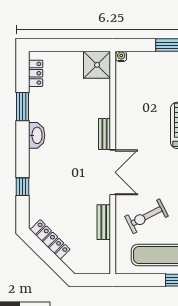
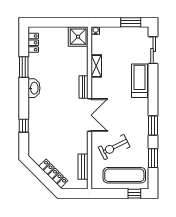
shelving: (122, 105) -> (96, 66), added
bench: (104, 222) -> (83, 167), moved
locker: (50, 240) -> (53, 173), moved

